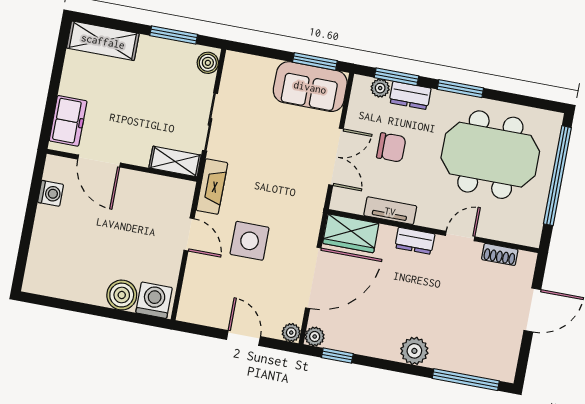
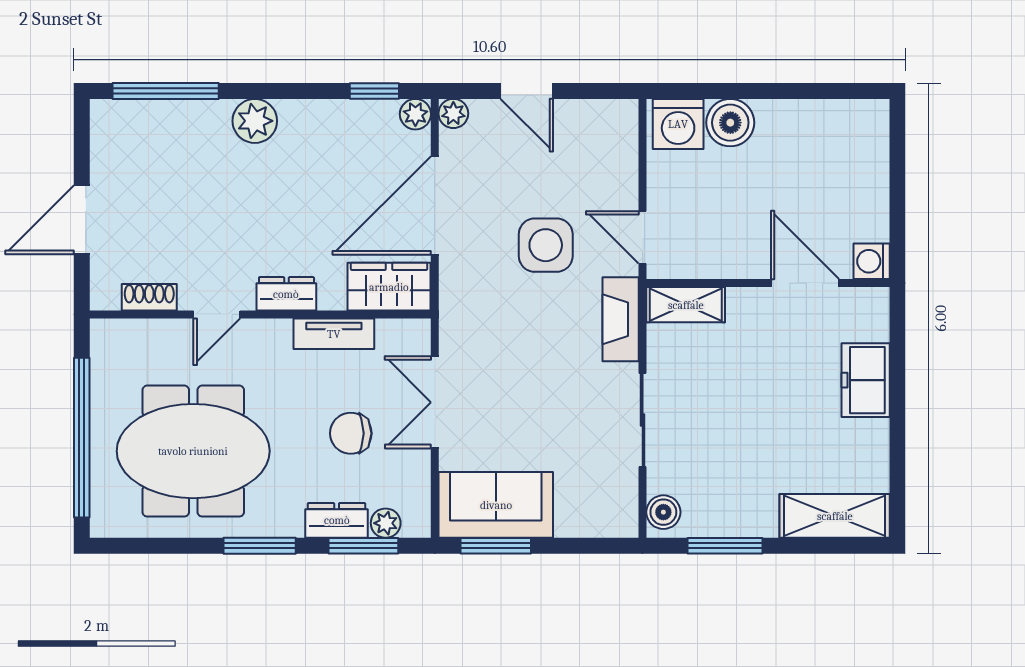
door: (99, 161) -> (805, 283), moved
shelving: (175, 161) -> (686, 305), moved
wall: (122, 165) -> (768, 283), moved

